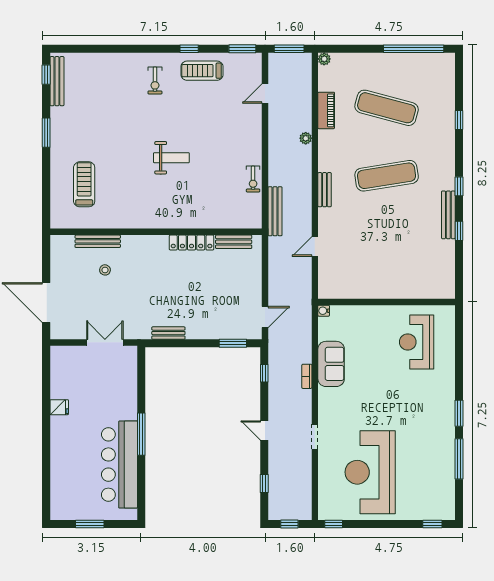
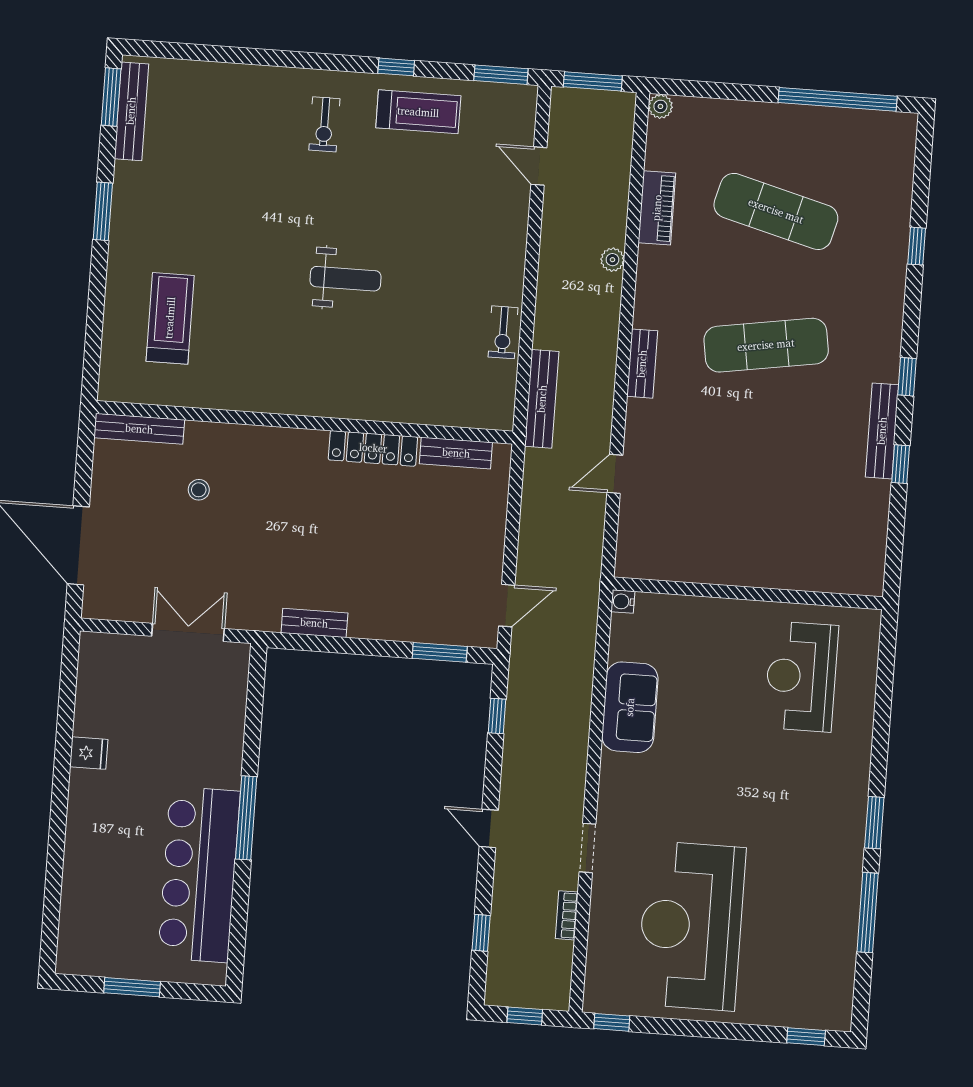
treadmill: (202, 71) -> (418, 112), turned 180
window: (46, 75) -> (111, 97), width x1.50
door: (265, 94) -> (539, 166), hinge flipped
bench: (98, 241) -> (139, 429), moved
bookcase: (307, 376) -> (567, 915), moved

